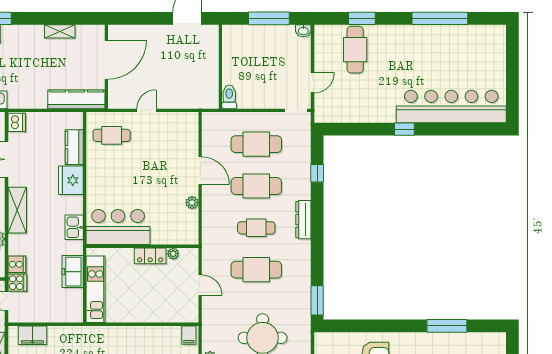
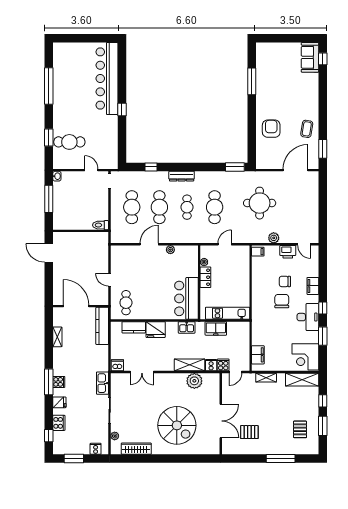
shelving: (17, 210) -> (190, 365), moved

